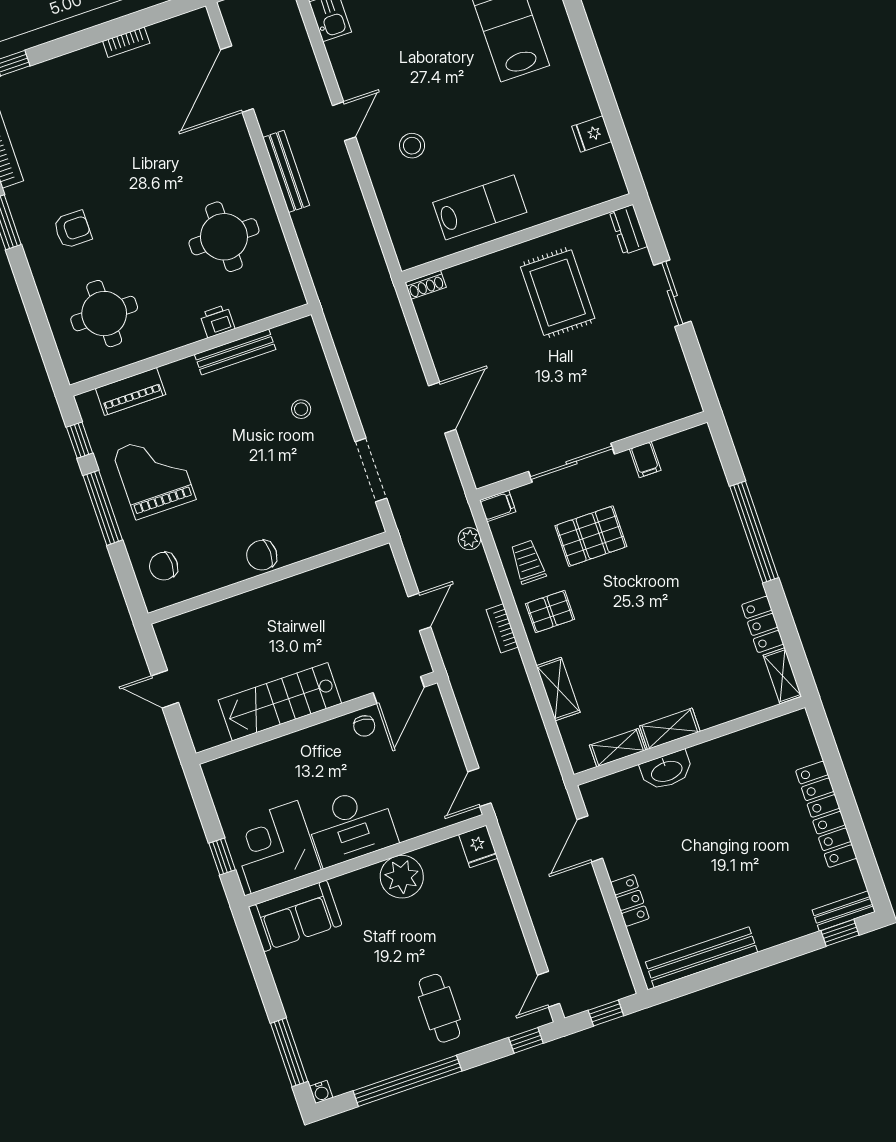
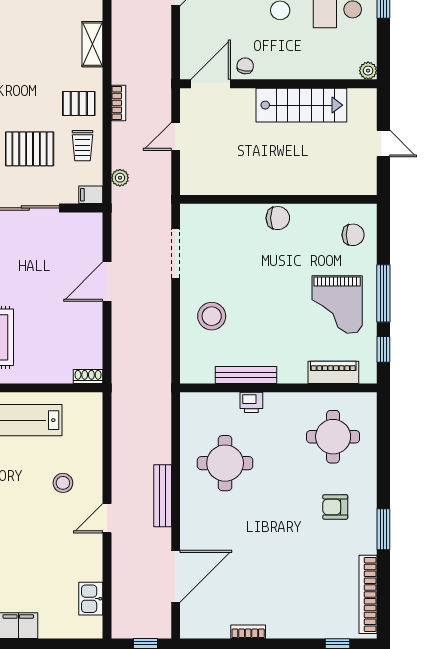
stool: (301, 409) -> (212, 316), width x1.89, depth x1.89
plant: (214, 771) -> (368, 71), added

